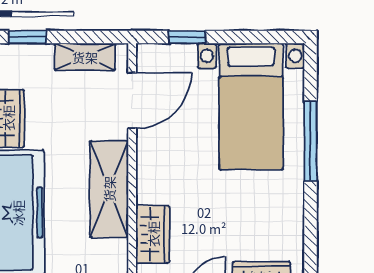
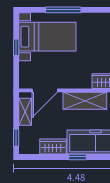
window: (187, 37) -> (16, 47), moved
door: (132, 100) -> (45, 90), swing flipped

